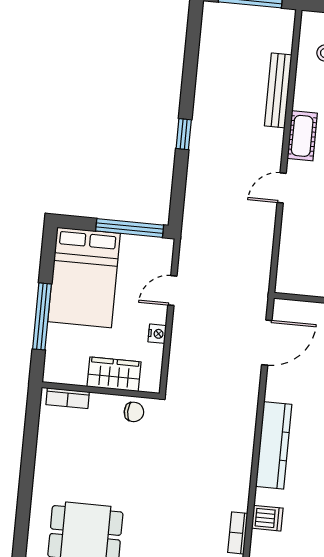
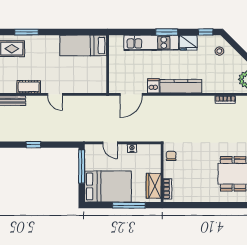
door: (267, 343) -> (131, 94), swing flipped
wardrobe: (114, 374) -> (154, 186), moved
dishwasher: (267, 518) -> (153, 86), moved

